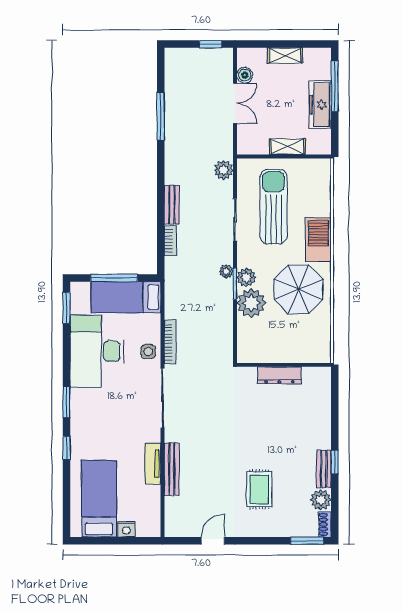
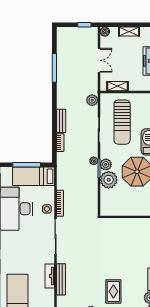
boiler: (245, 75) -> (105, 32), moved
shelving: (287, 147) -> (118, 86), moved
sun lounger: (274, 207) -> (122, 122), turned 180
dresser: (279, 375) -> (126, 223), removed

